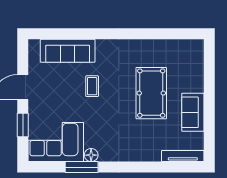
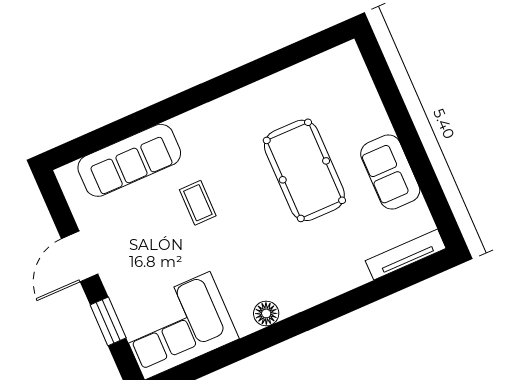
floor lamp: (91, 155) -> (266, 313), moved
window: (82, 167) -> (240, 349), removed

